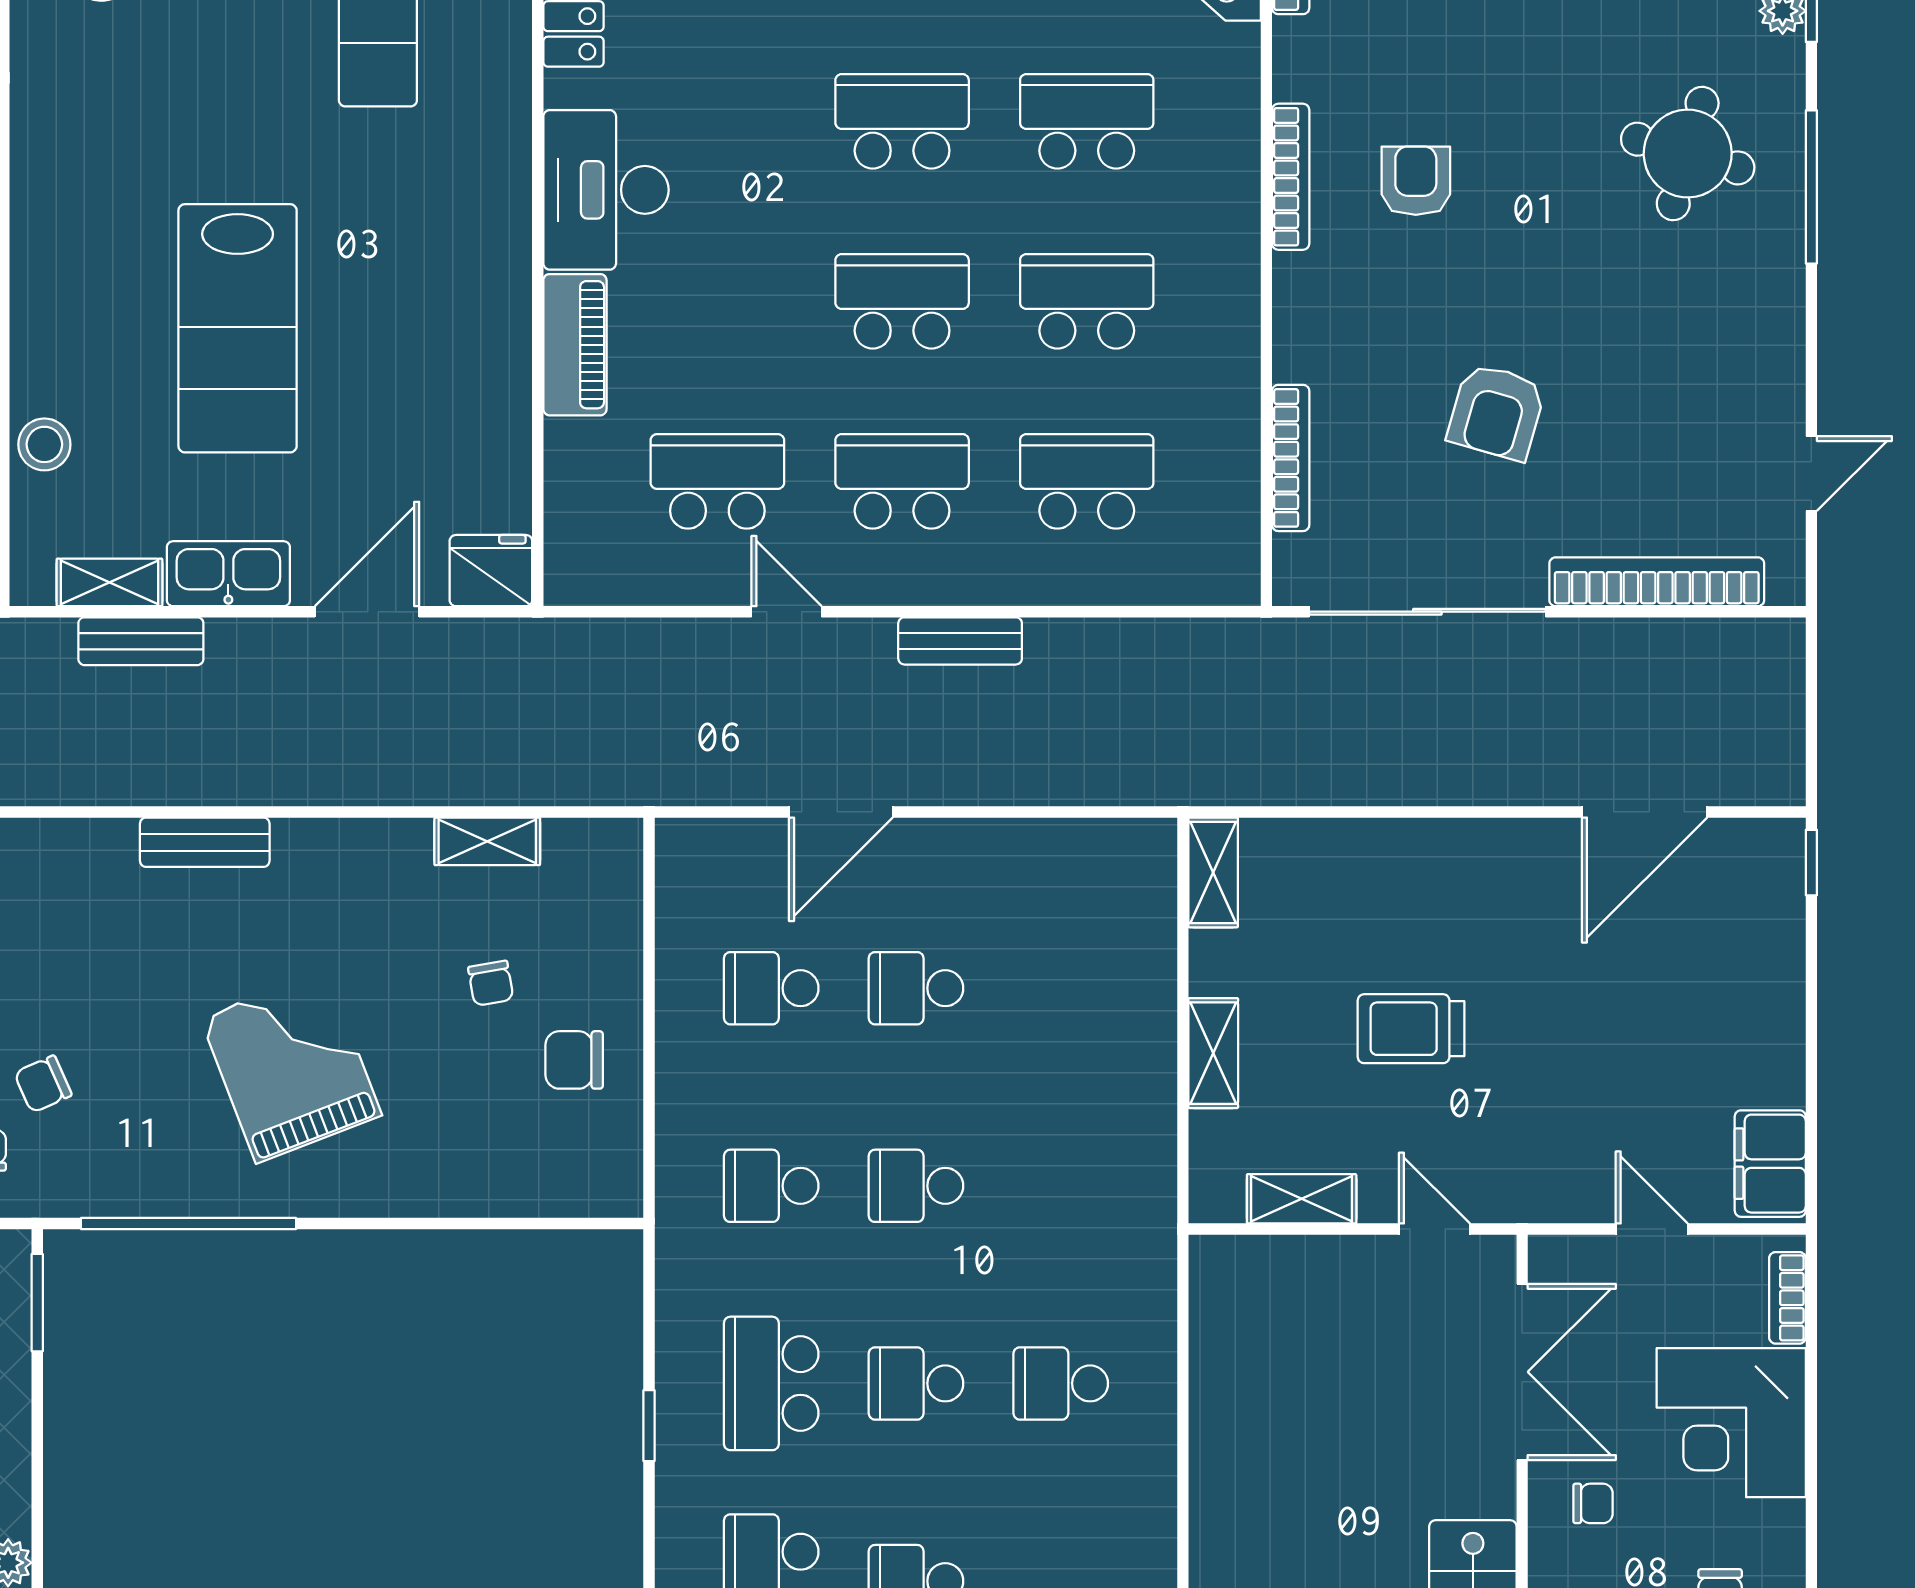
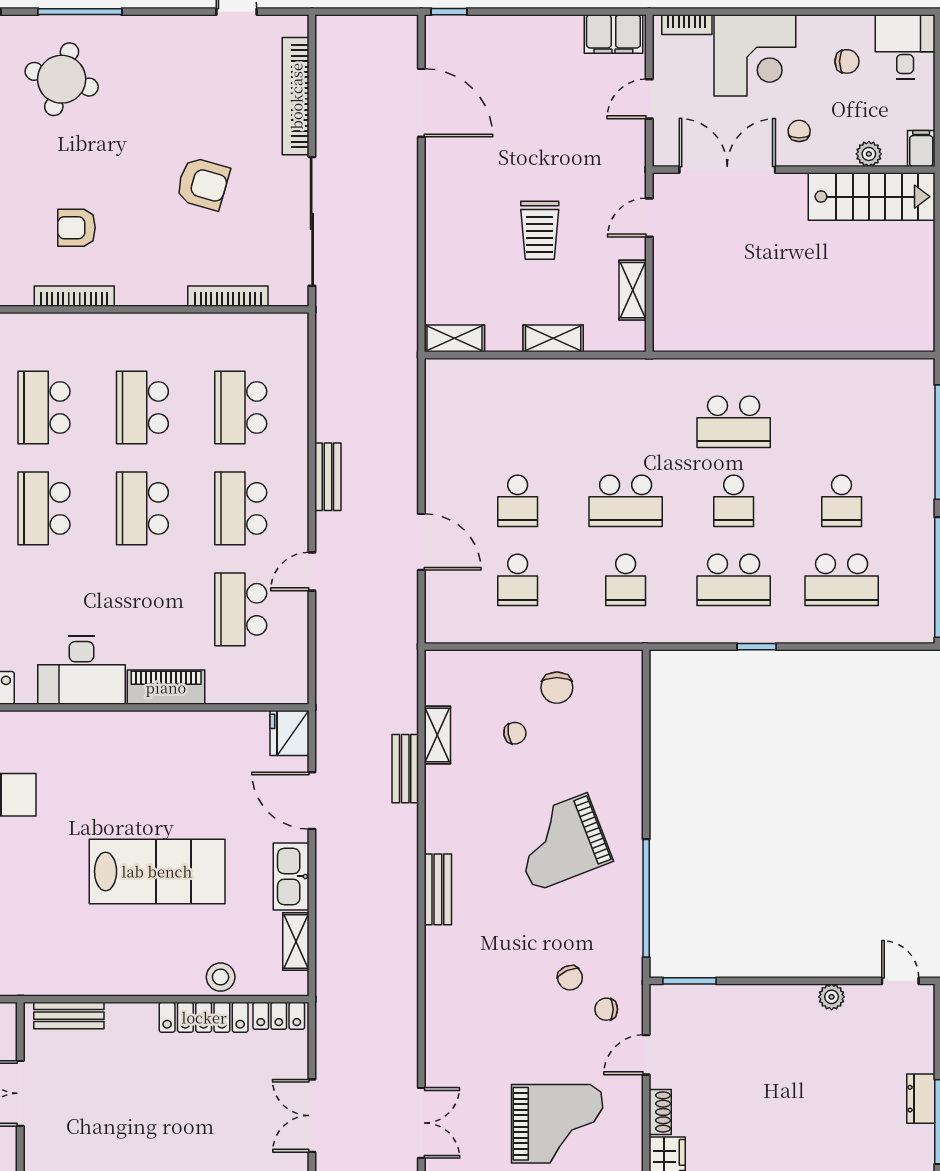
bench: (141, 641) -> (405, 769), moved
school desk: (916, 1186) -> (626, 501), width x1.85
school desk: (1061, 1383) -> (734, 422), width x1.85

